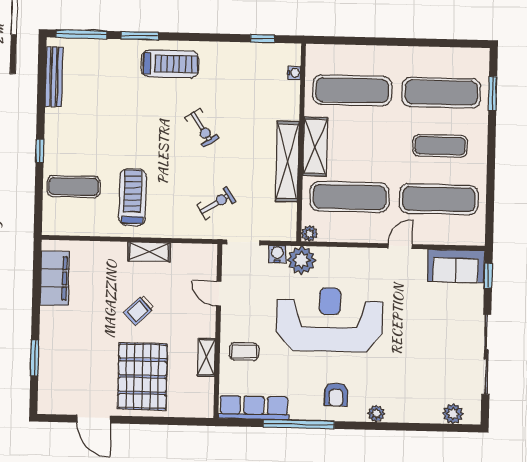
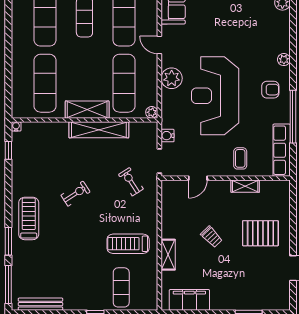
water cooler: (294, 73) -> (16, 126), moved
shelving: (149, 252) -> (168, 255), moved
plant: (301, 260) -> (172, 78), moved
pallet: (142, 376) -> (260, 233), width x0.73, depth x0.71

